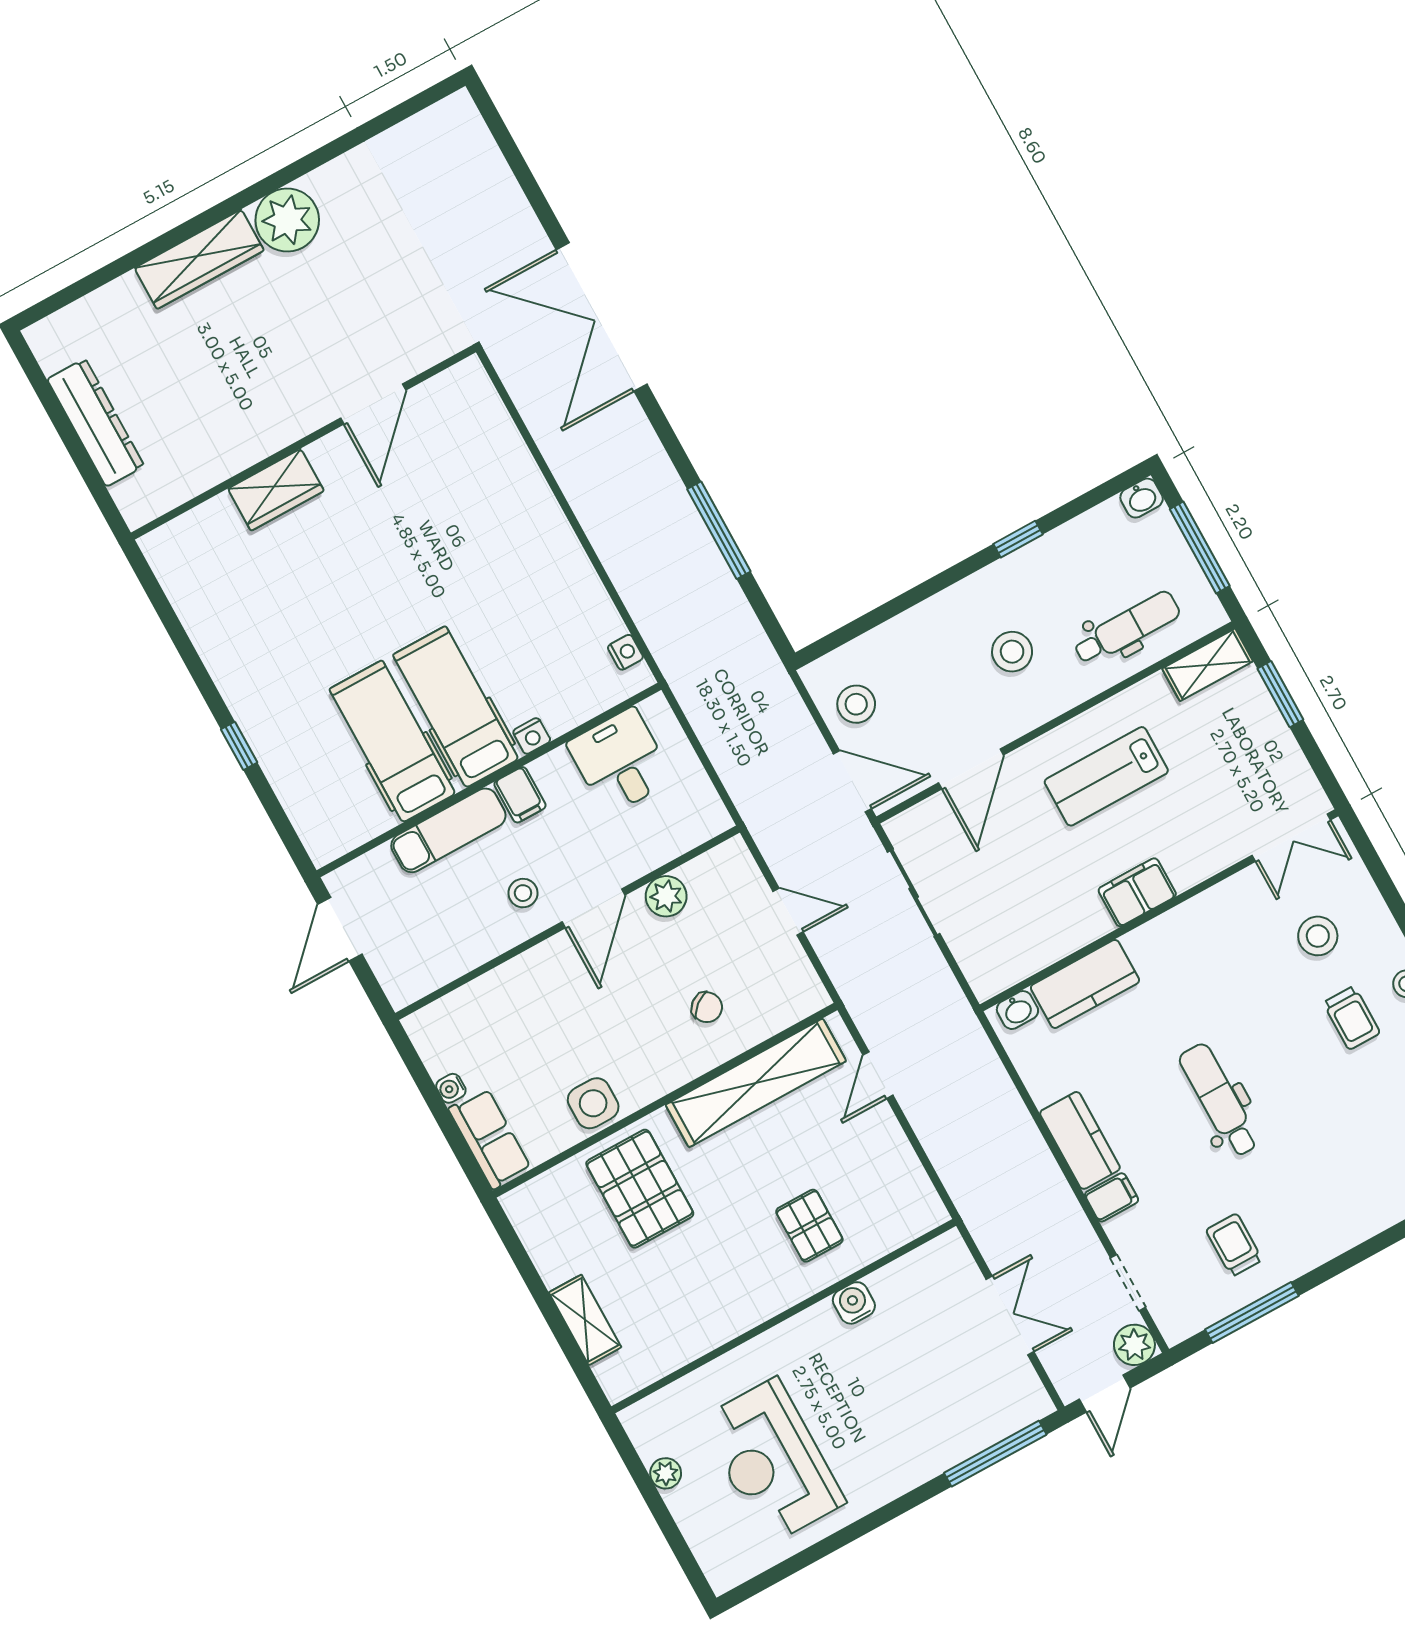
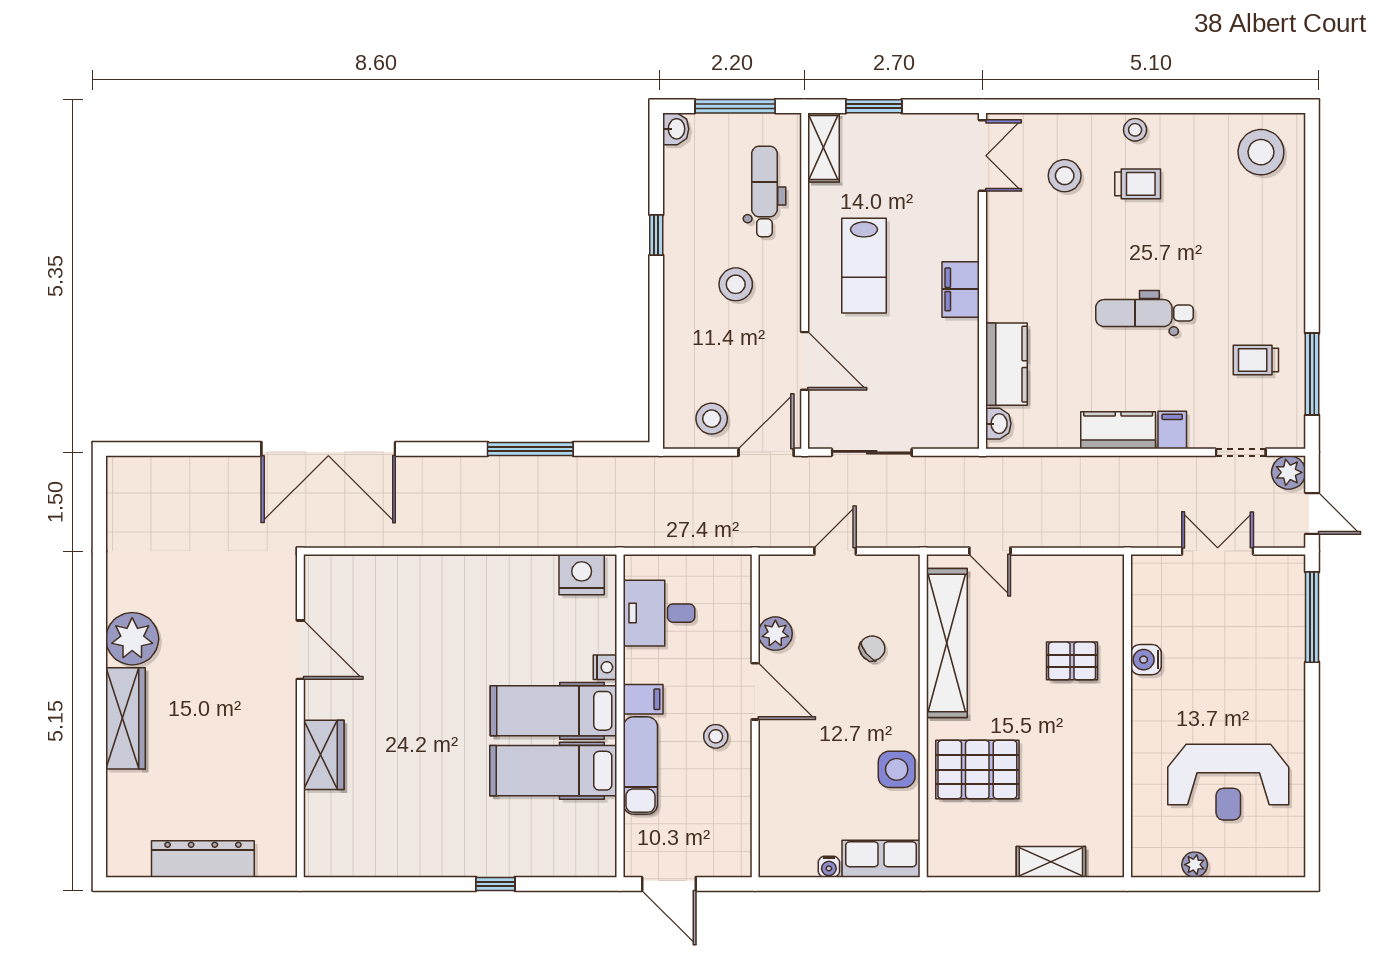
nightstand: (625, 652) -> (582, 575), width x1.89, depth x1.79

